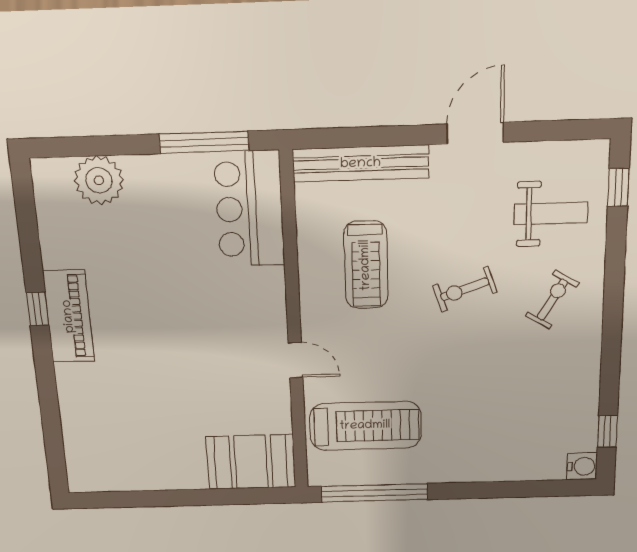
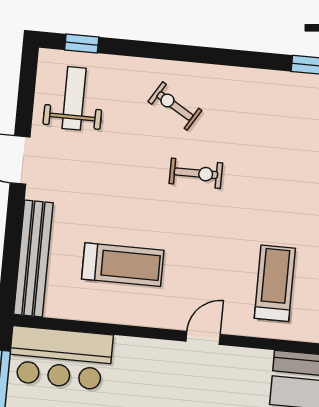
weight bench: (551, 213) -> (74, 98), moved
exercise bike: (465, 289) -> (196, 173), moved, turned -71
treadmill: (365, 426) -> (275, 283), width x0.73, depth x0.73

